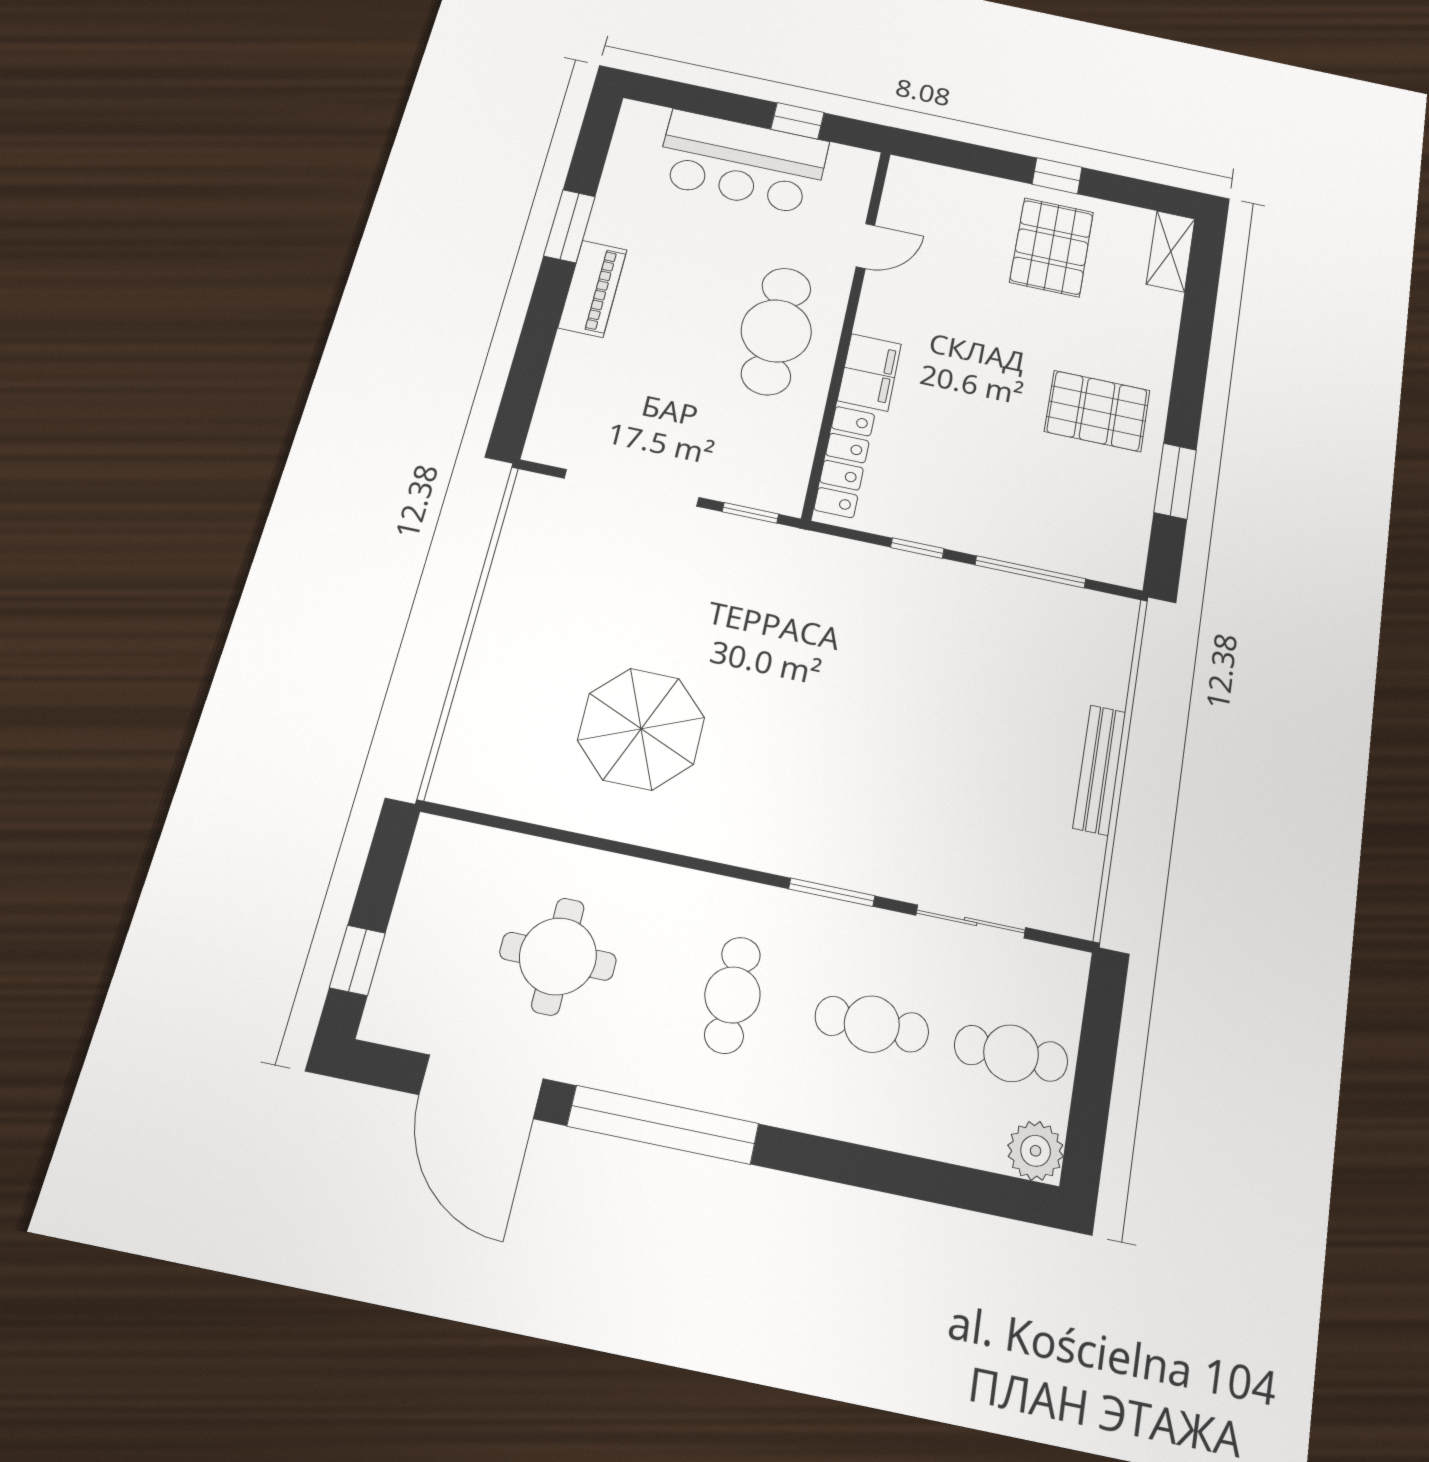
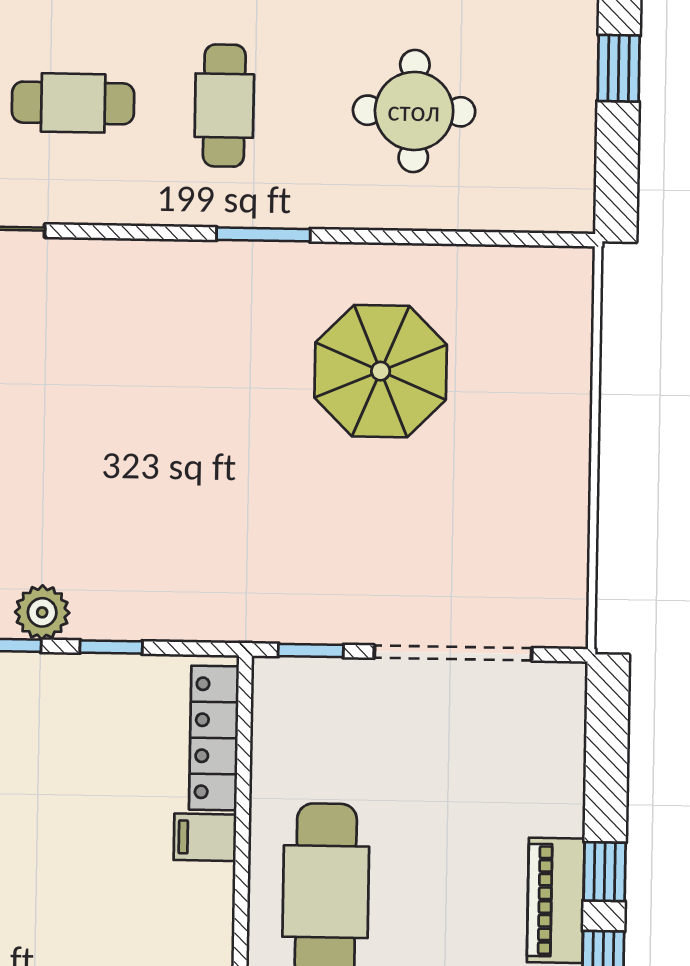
window: (548, 301) -> (605, 872), added
filing cabinet: (869, 372) -> (205, 837), width x0.50
plant: (971, 587) -> (42, 612), added
window: (832, 892) -> (263, 234), moved

